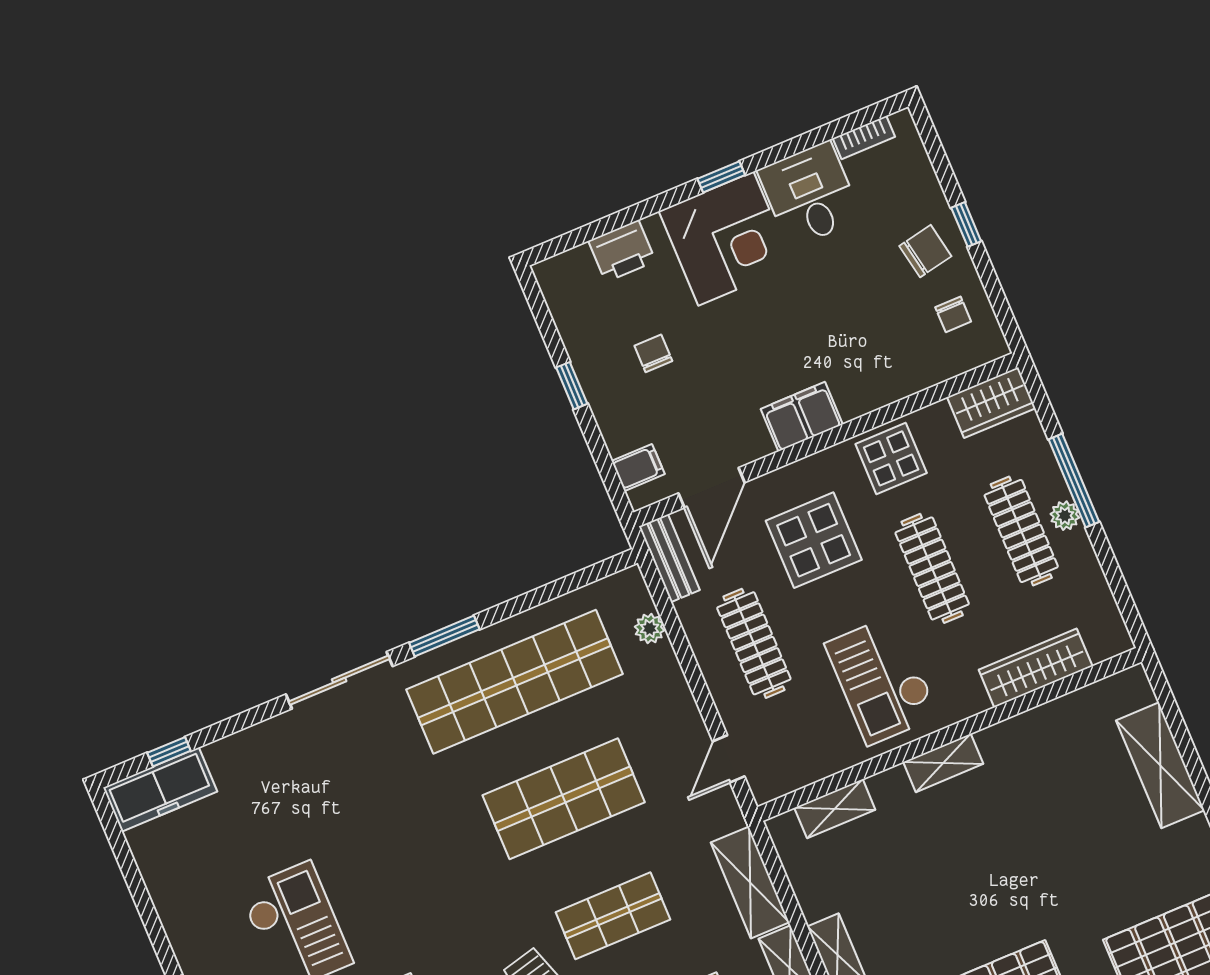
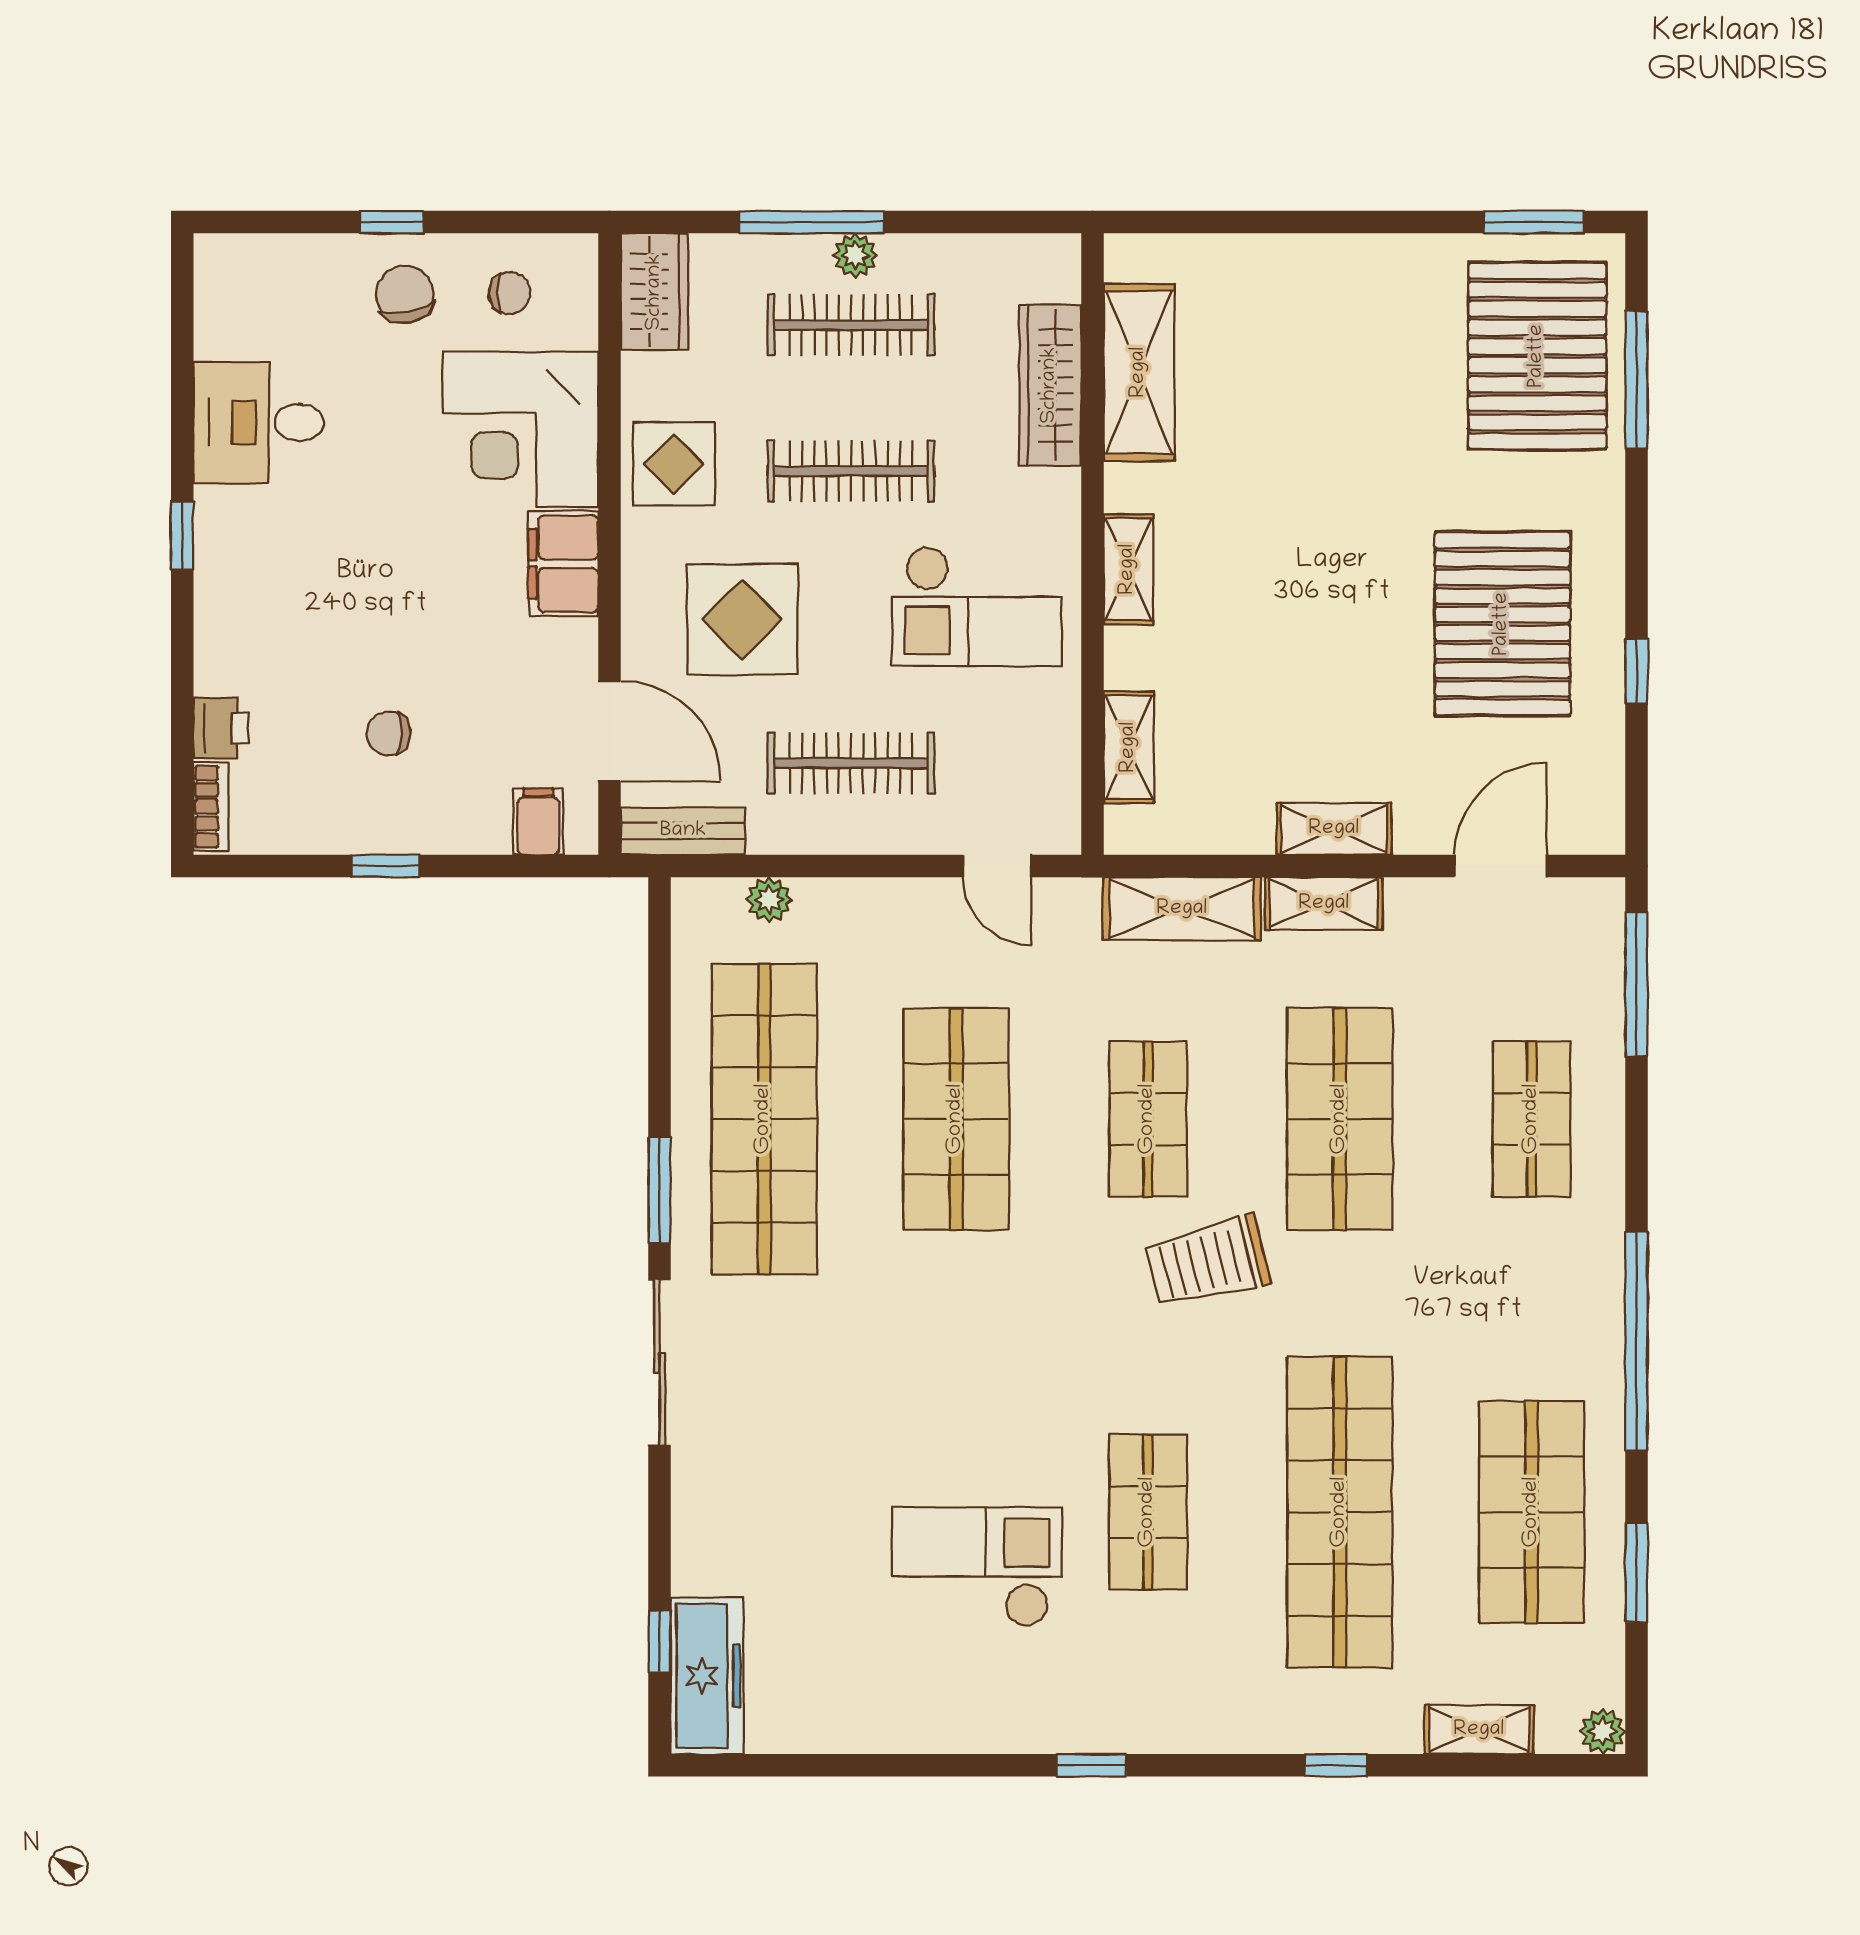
bookcase: (864, 138) -> (211, 807), moved
corner desk: (726, 239) -> (521, 429), moved, turned 180
printer: (622, 251) -> (221, 728), width x0.73, depth x0.81
shelving: (1160, 765) -> (1139, 372), moved, turned 90

